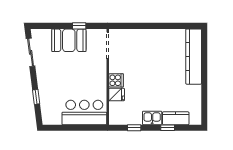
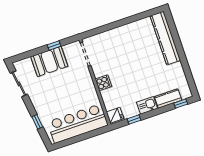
fridge: (117, 95) -> (115, 115), moved
bar counter: (84, 113) -> (78, 123), width x1.36
window: (168, 128) -> (181, 104), moved

